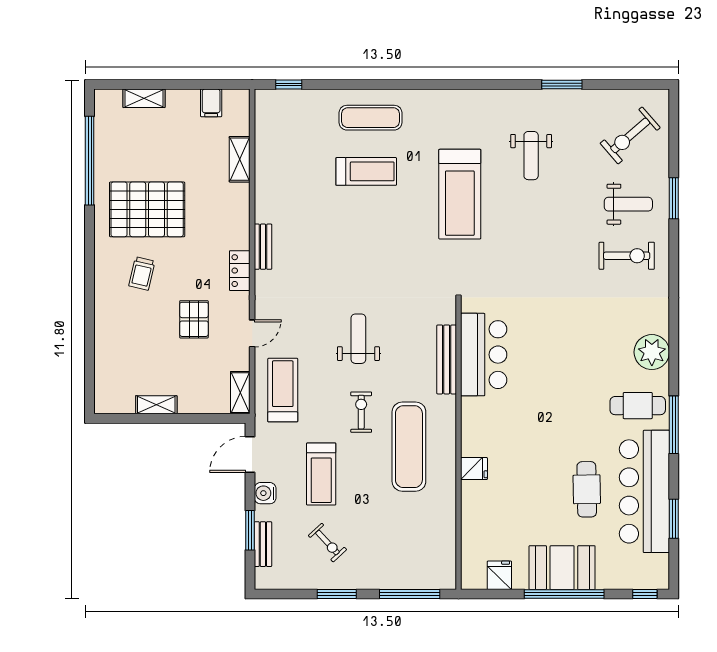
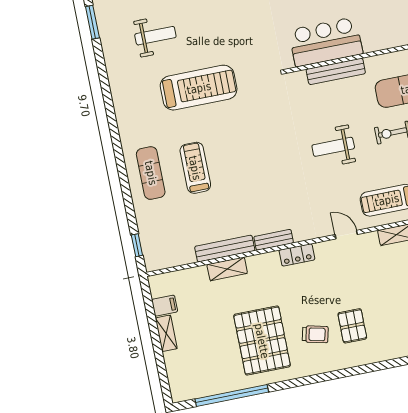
shelving: (144, 98) -> (166, 333), moved
shelving: (240, 159) -> (227, 269), moved
bench: (264, 187) -> (225, 249), added
pallet: (194, 319) -> (352, 326), moved, turned 90

